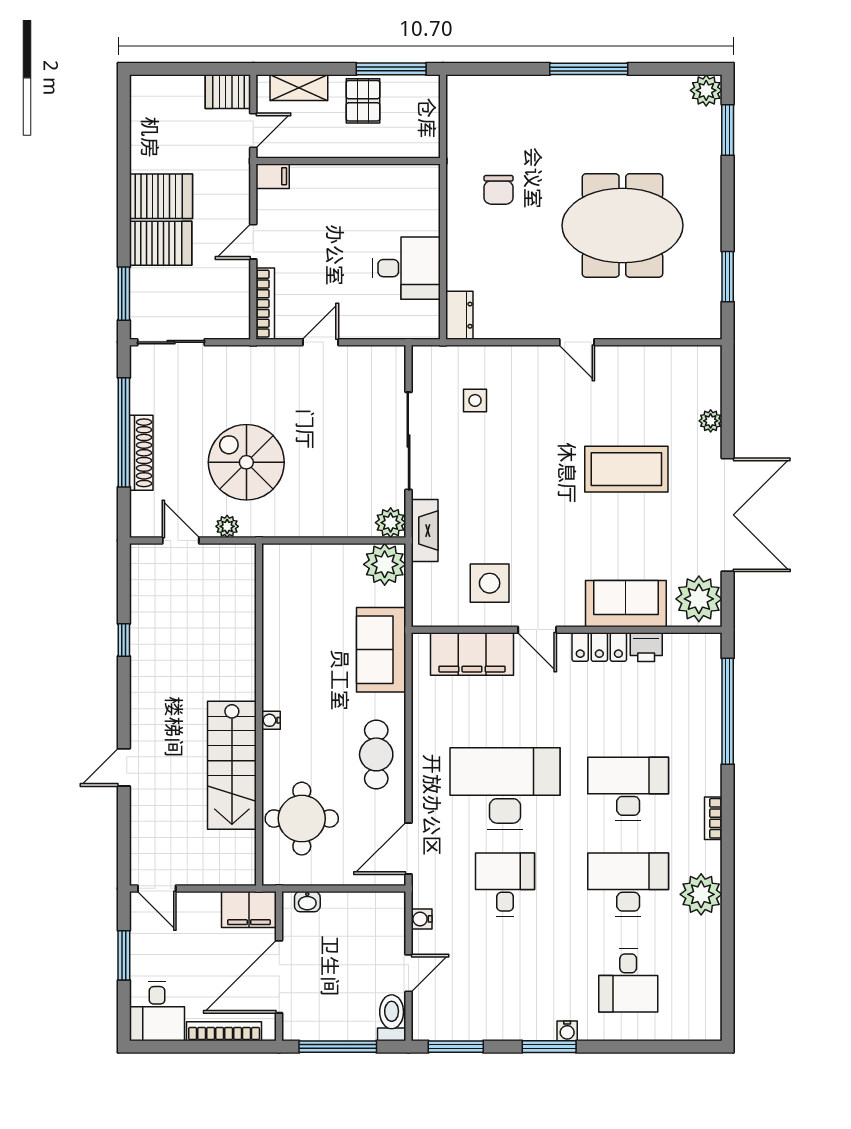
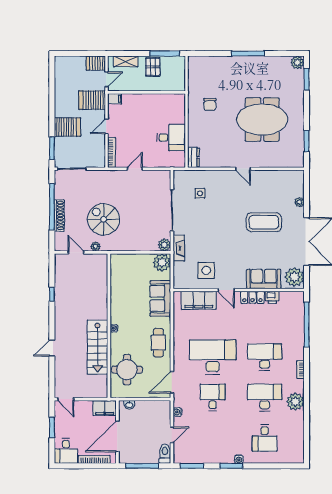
server rack: (161, 196) -> (92, 100), moved, turned 180

